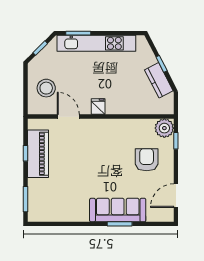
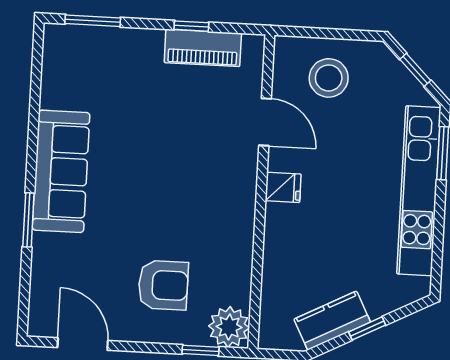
door: (68, 117) -> (265, 122), hinge flipped
piano: (38, 154) -> (203, 48), width x0.73, depth x0.75
sofa: (118, 210) -> (61, 171), moved

